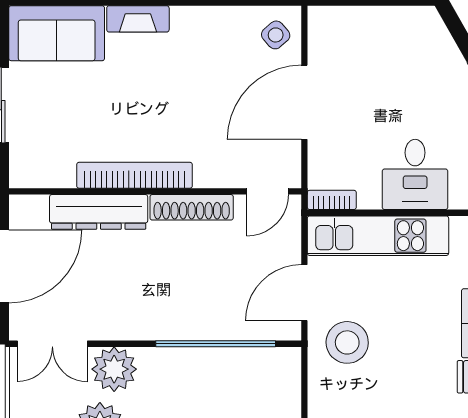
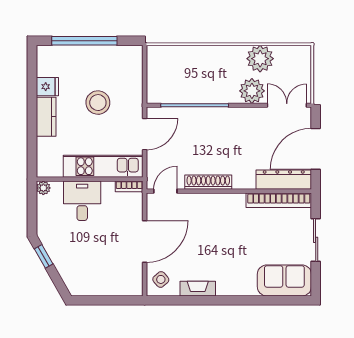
fireplace: (138, 19) -> (198, 289), moved
bookcase: (135, 175) -> (279, 200), moved
dresser: (99, 212) -> (284, 180), moved
stool: (347, 342) -> (98, 103), moved

